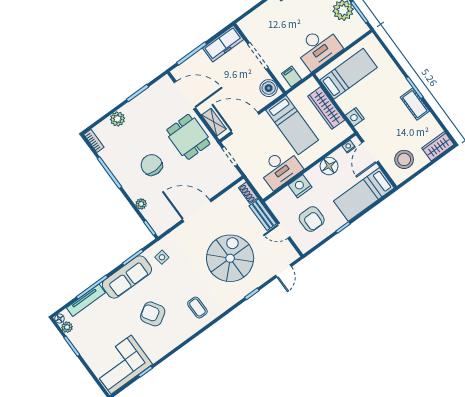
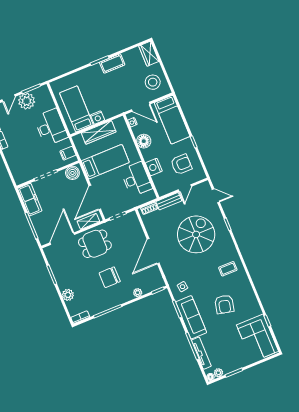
nightstand: (355, 117) -> (97, 118), moved
spiral stairs: (230, 258) -> (196, 234), turned 90
armchair: (153, 314) -> (224, 304), turned -45

